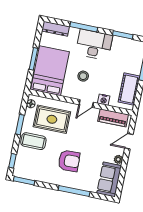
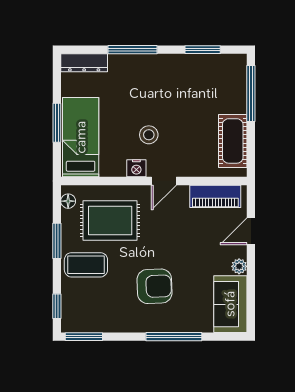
desk: (94, 45) -> (157, 77), removed
bed: (50, 71) -> (81, 137), width x0.67
nightstand: (104, 100) -> (136, 168), moved

